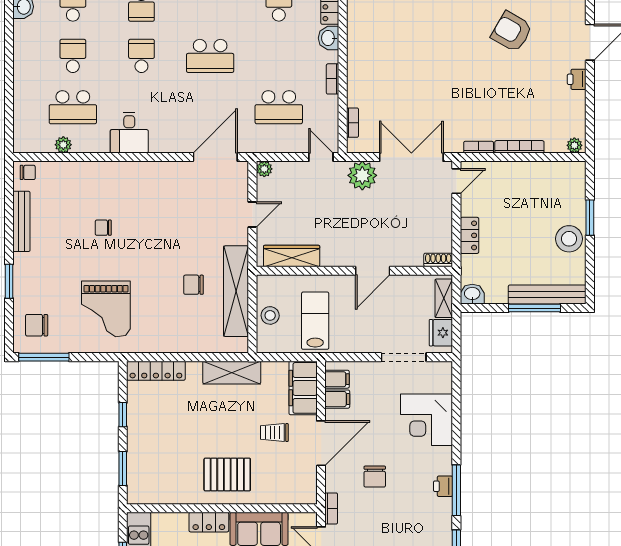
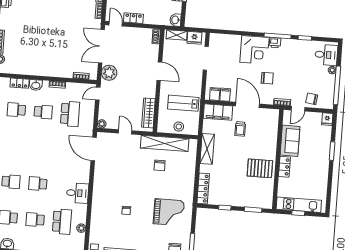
school desk: (210, 56) -> (43, 112), moved, width x0.54
locker: (469, 235) -> (133, 18), moved
corner desk: (427, 420) -> (254, 50), moved
pallet: (227, 474) -> (260, 168), moved, turned 90

